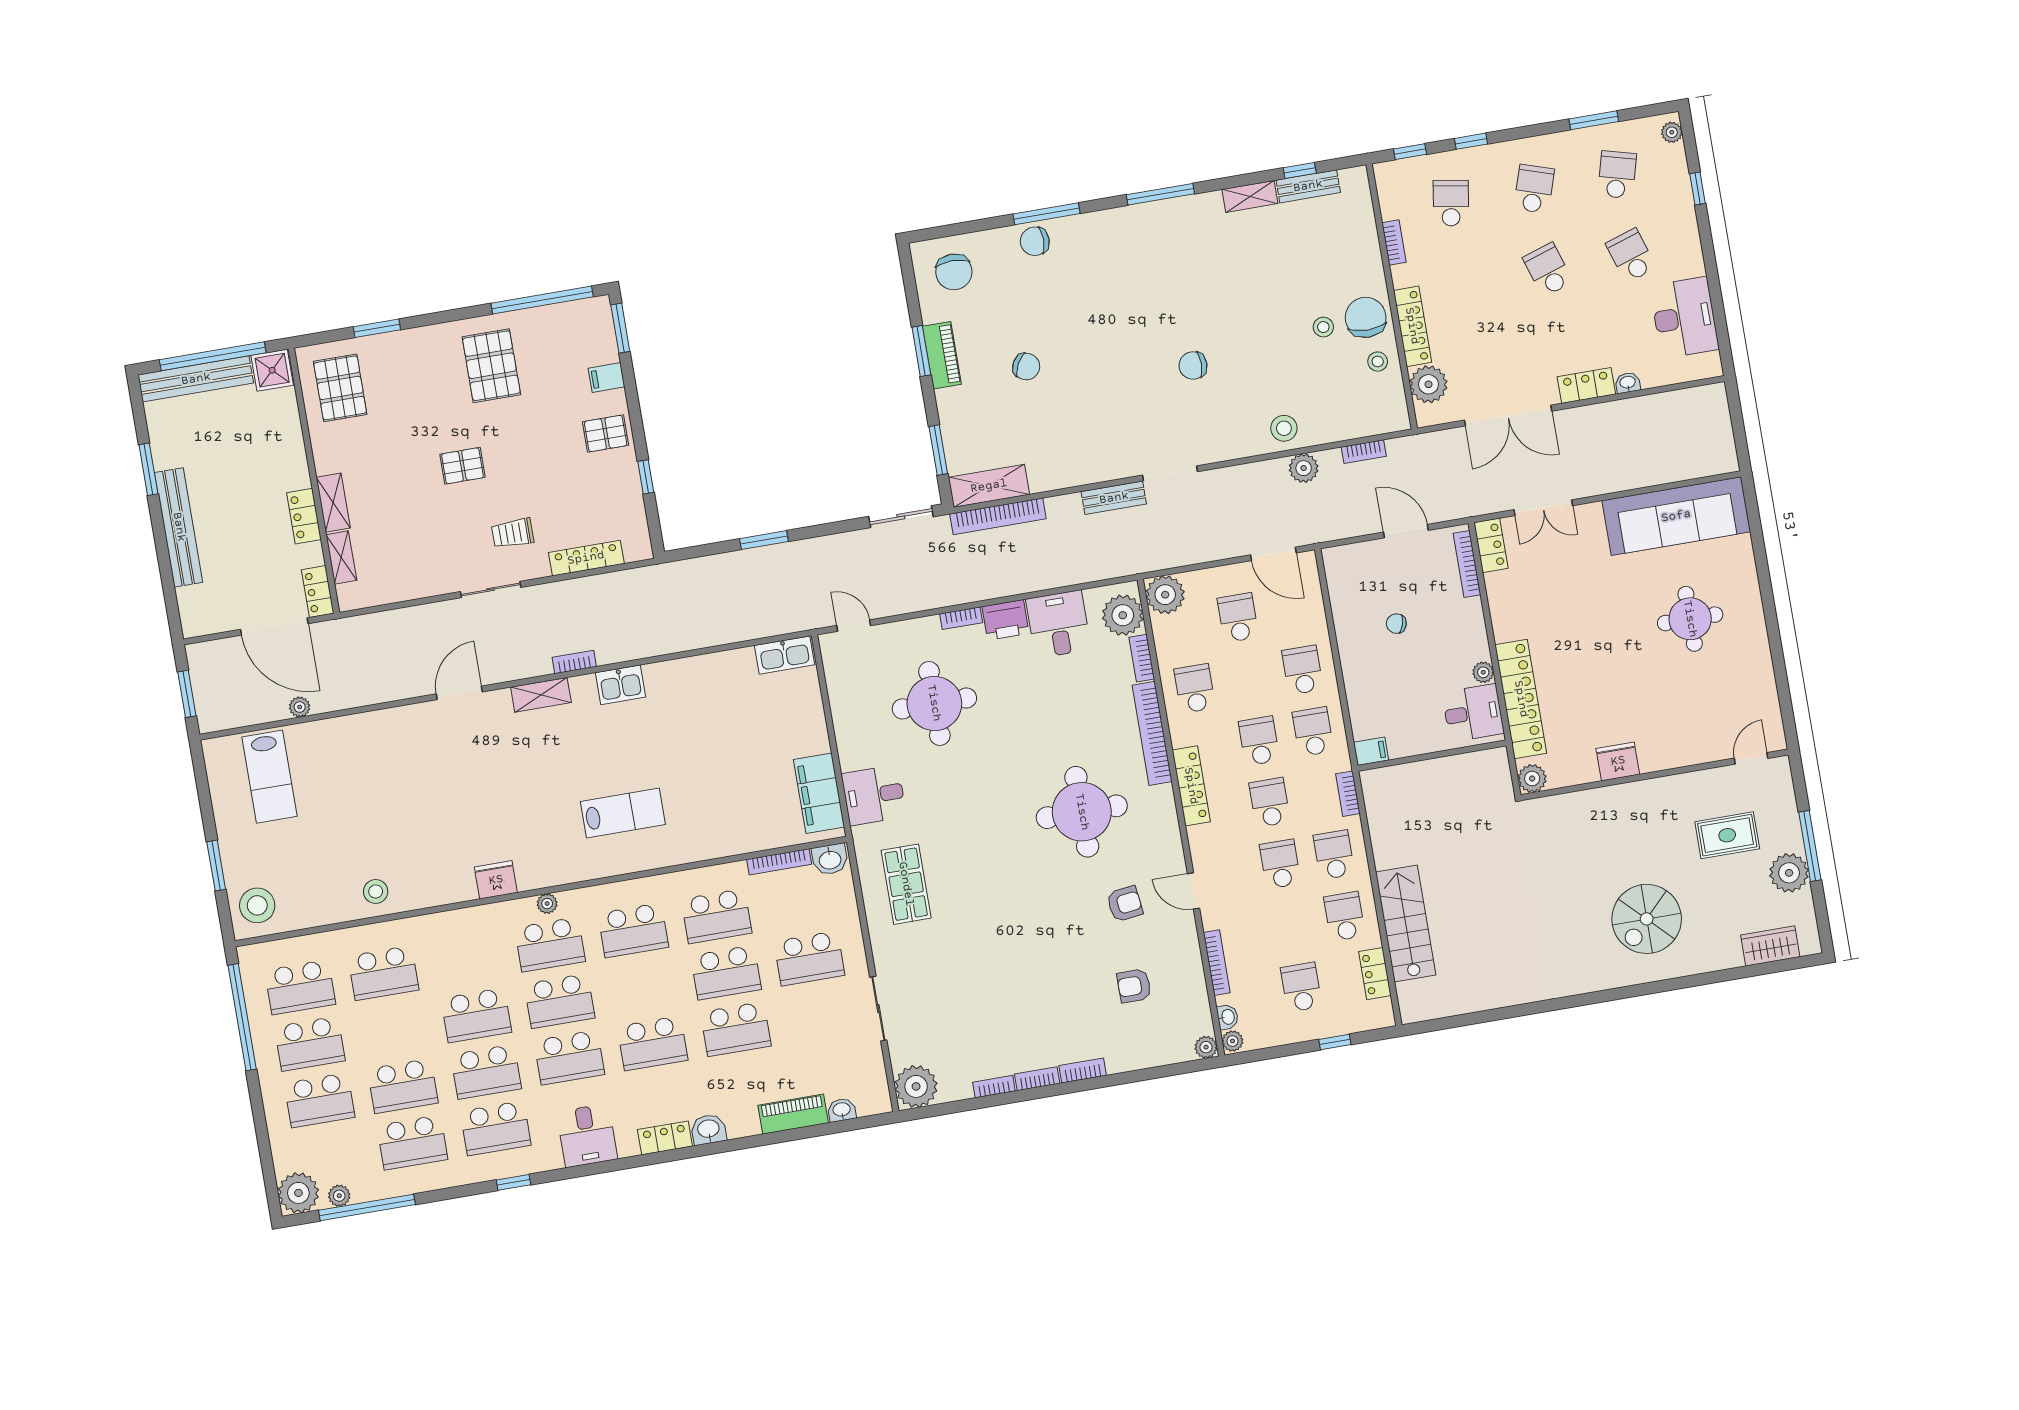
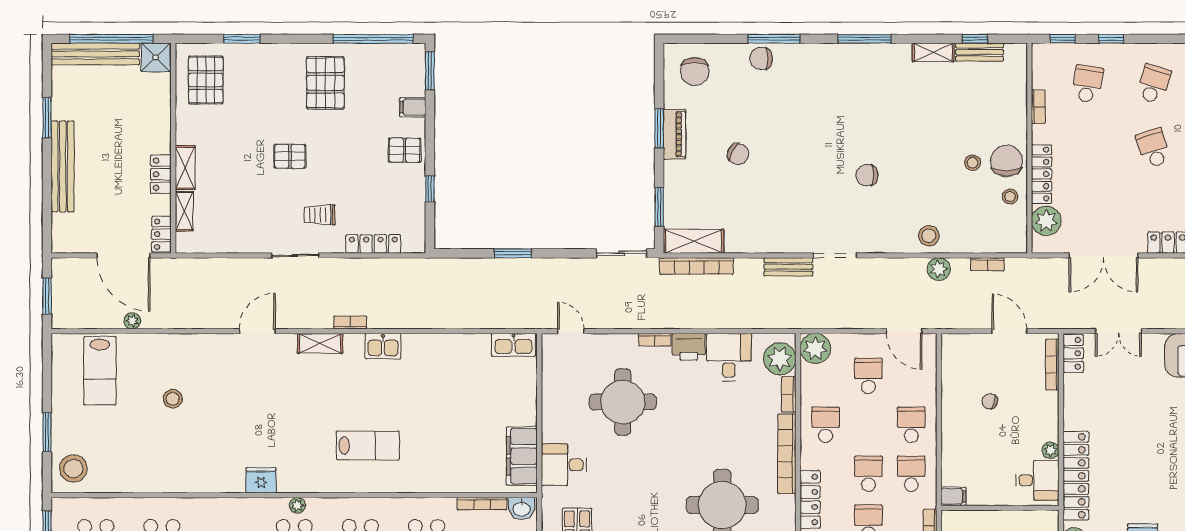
stool: (376, 891) -> (173, 399), moved

